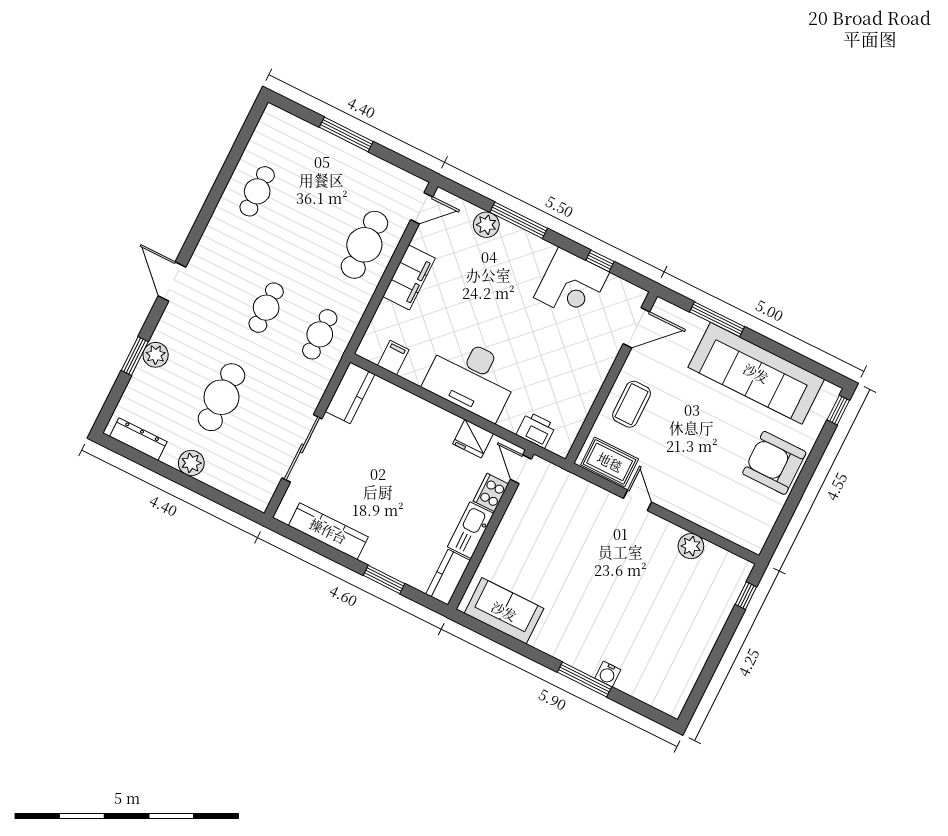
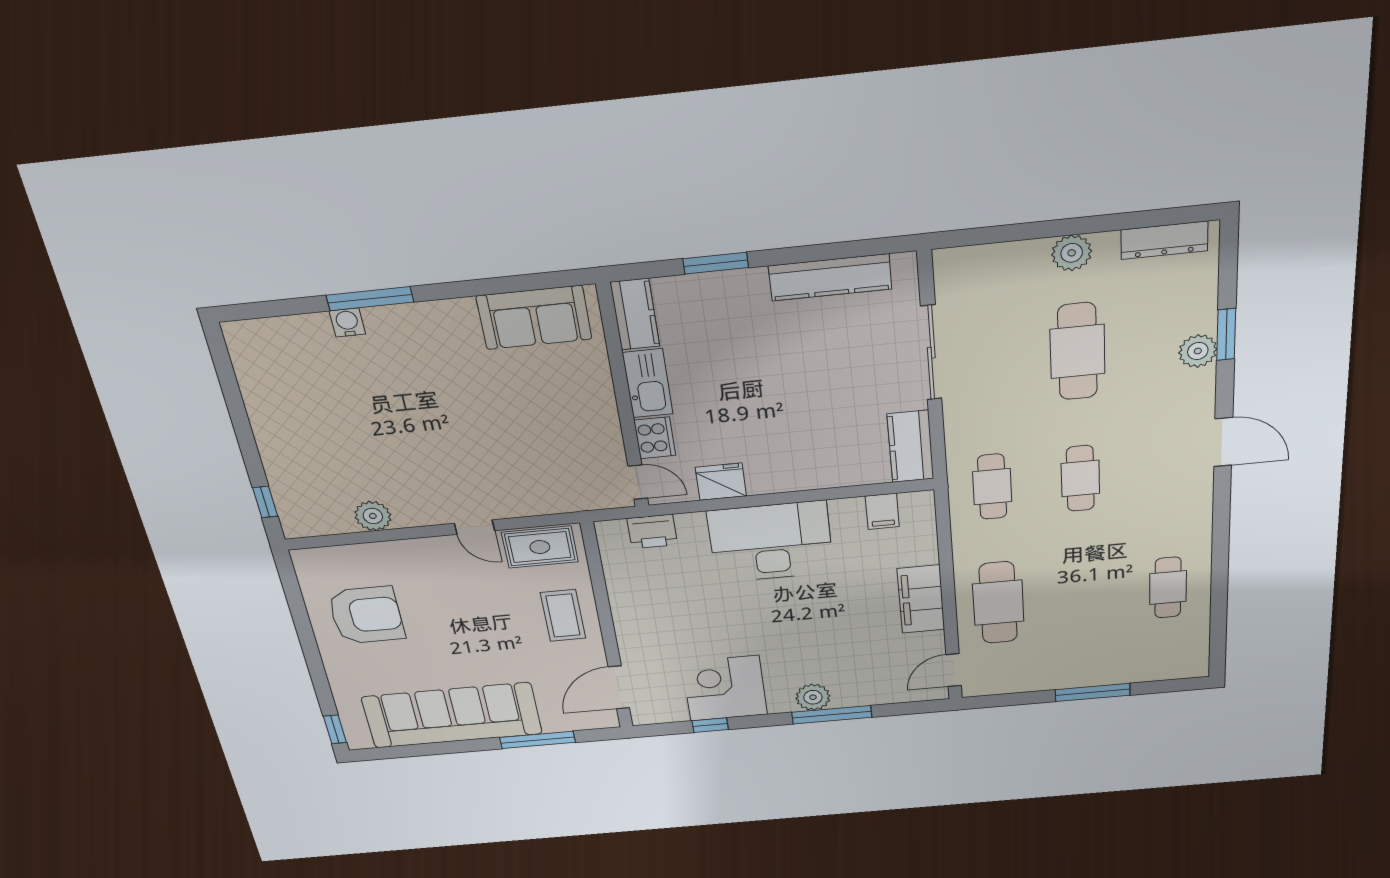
plant: (486, 225) -> (813, 697), moved
armchair: (774, 463) -> (366, 615), moved

